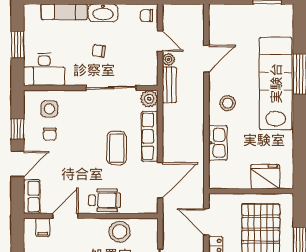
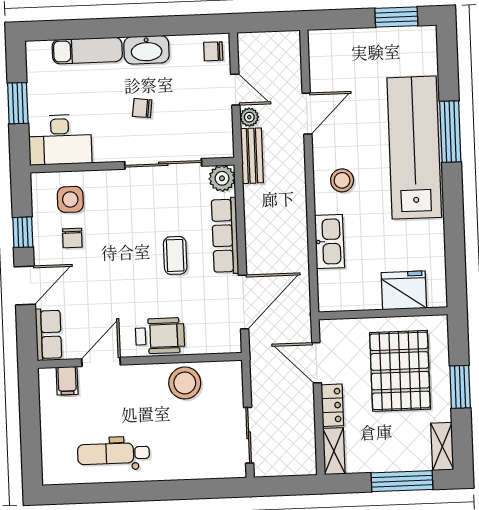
coffee table: (117, 148) -> (175, 255), width x0.73, depth x0.77

